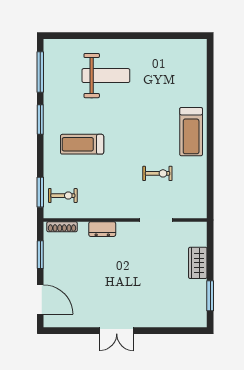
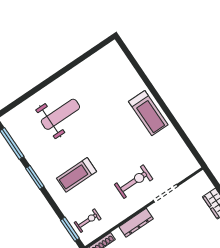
exercise bike: (157, 173) -> (134, 182), moved, width x1.38, depth x1.39
dresser: (102, 229) -> (136, 223), width x1.44

